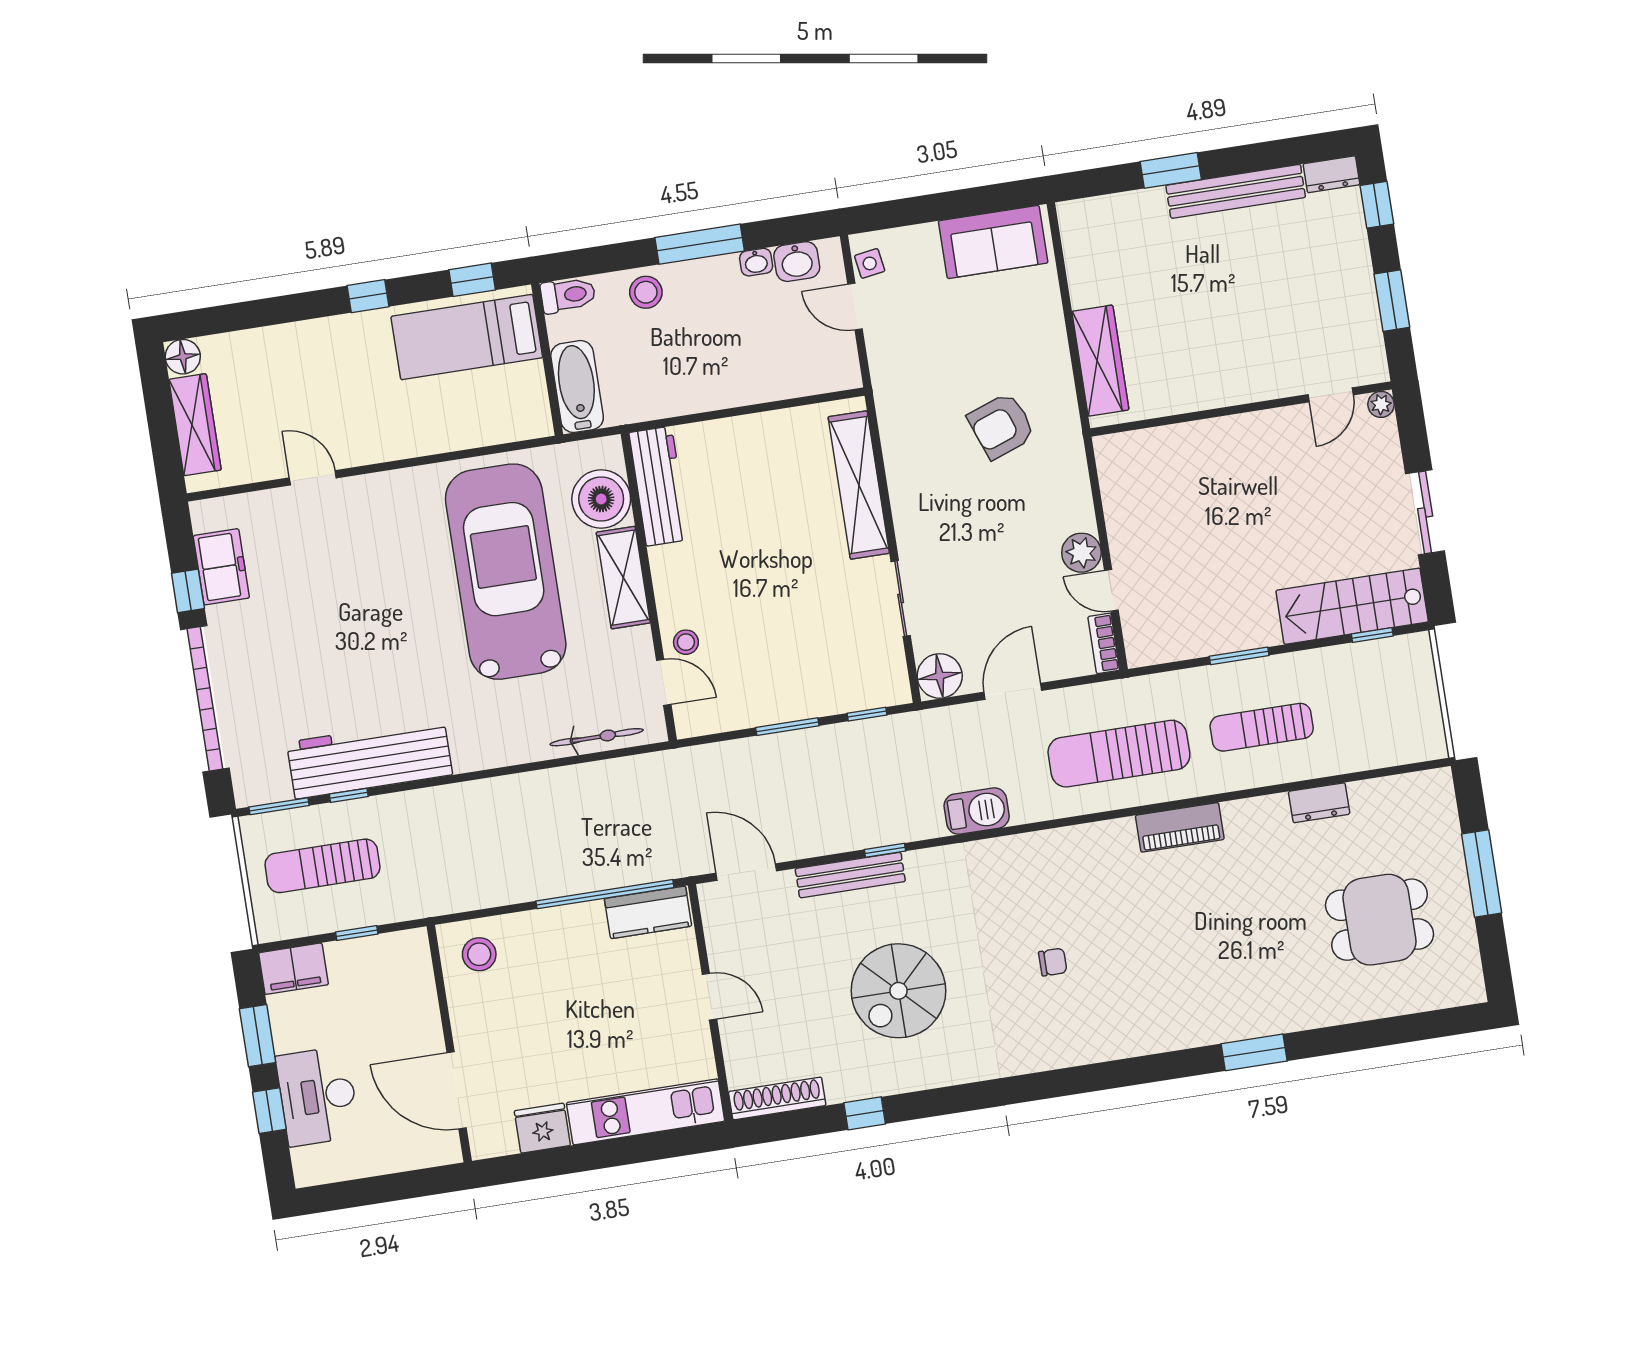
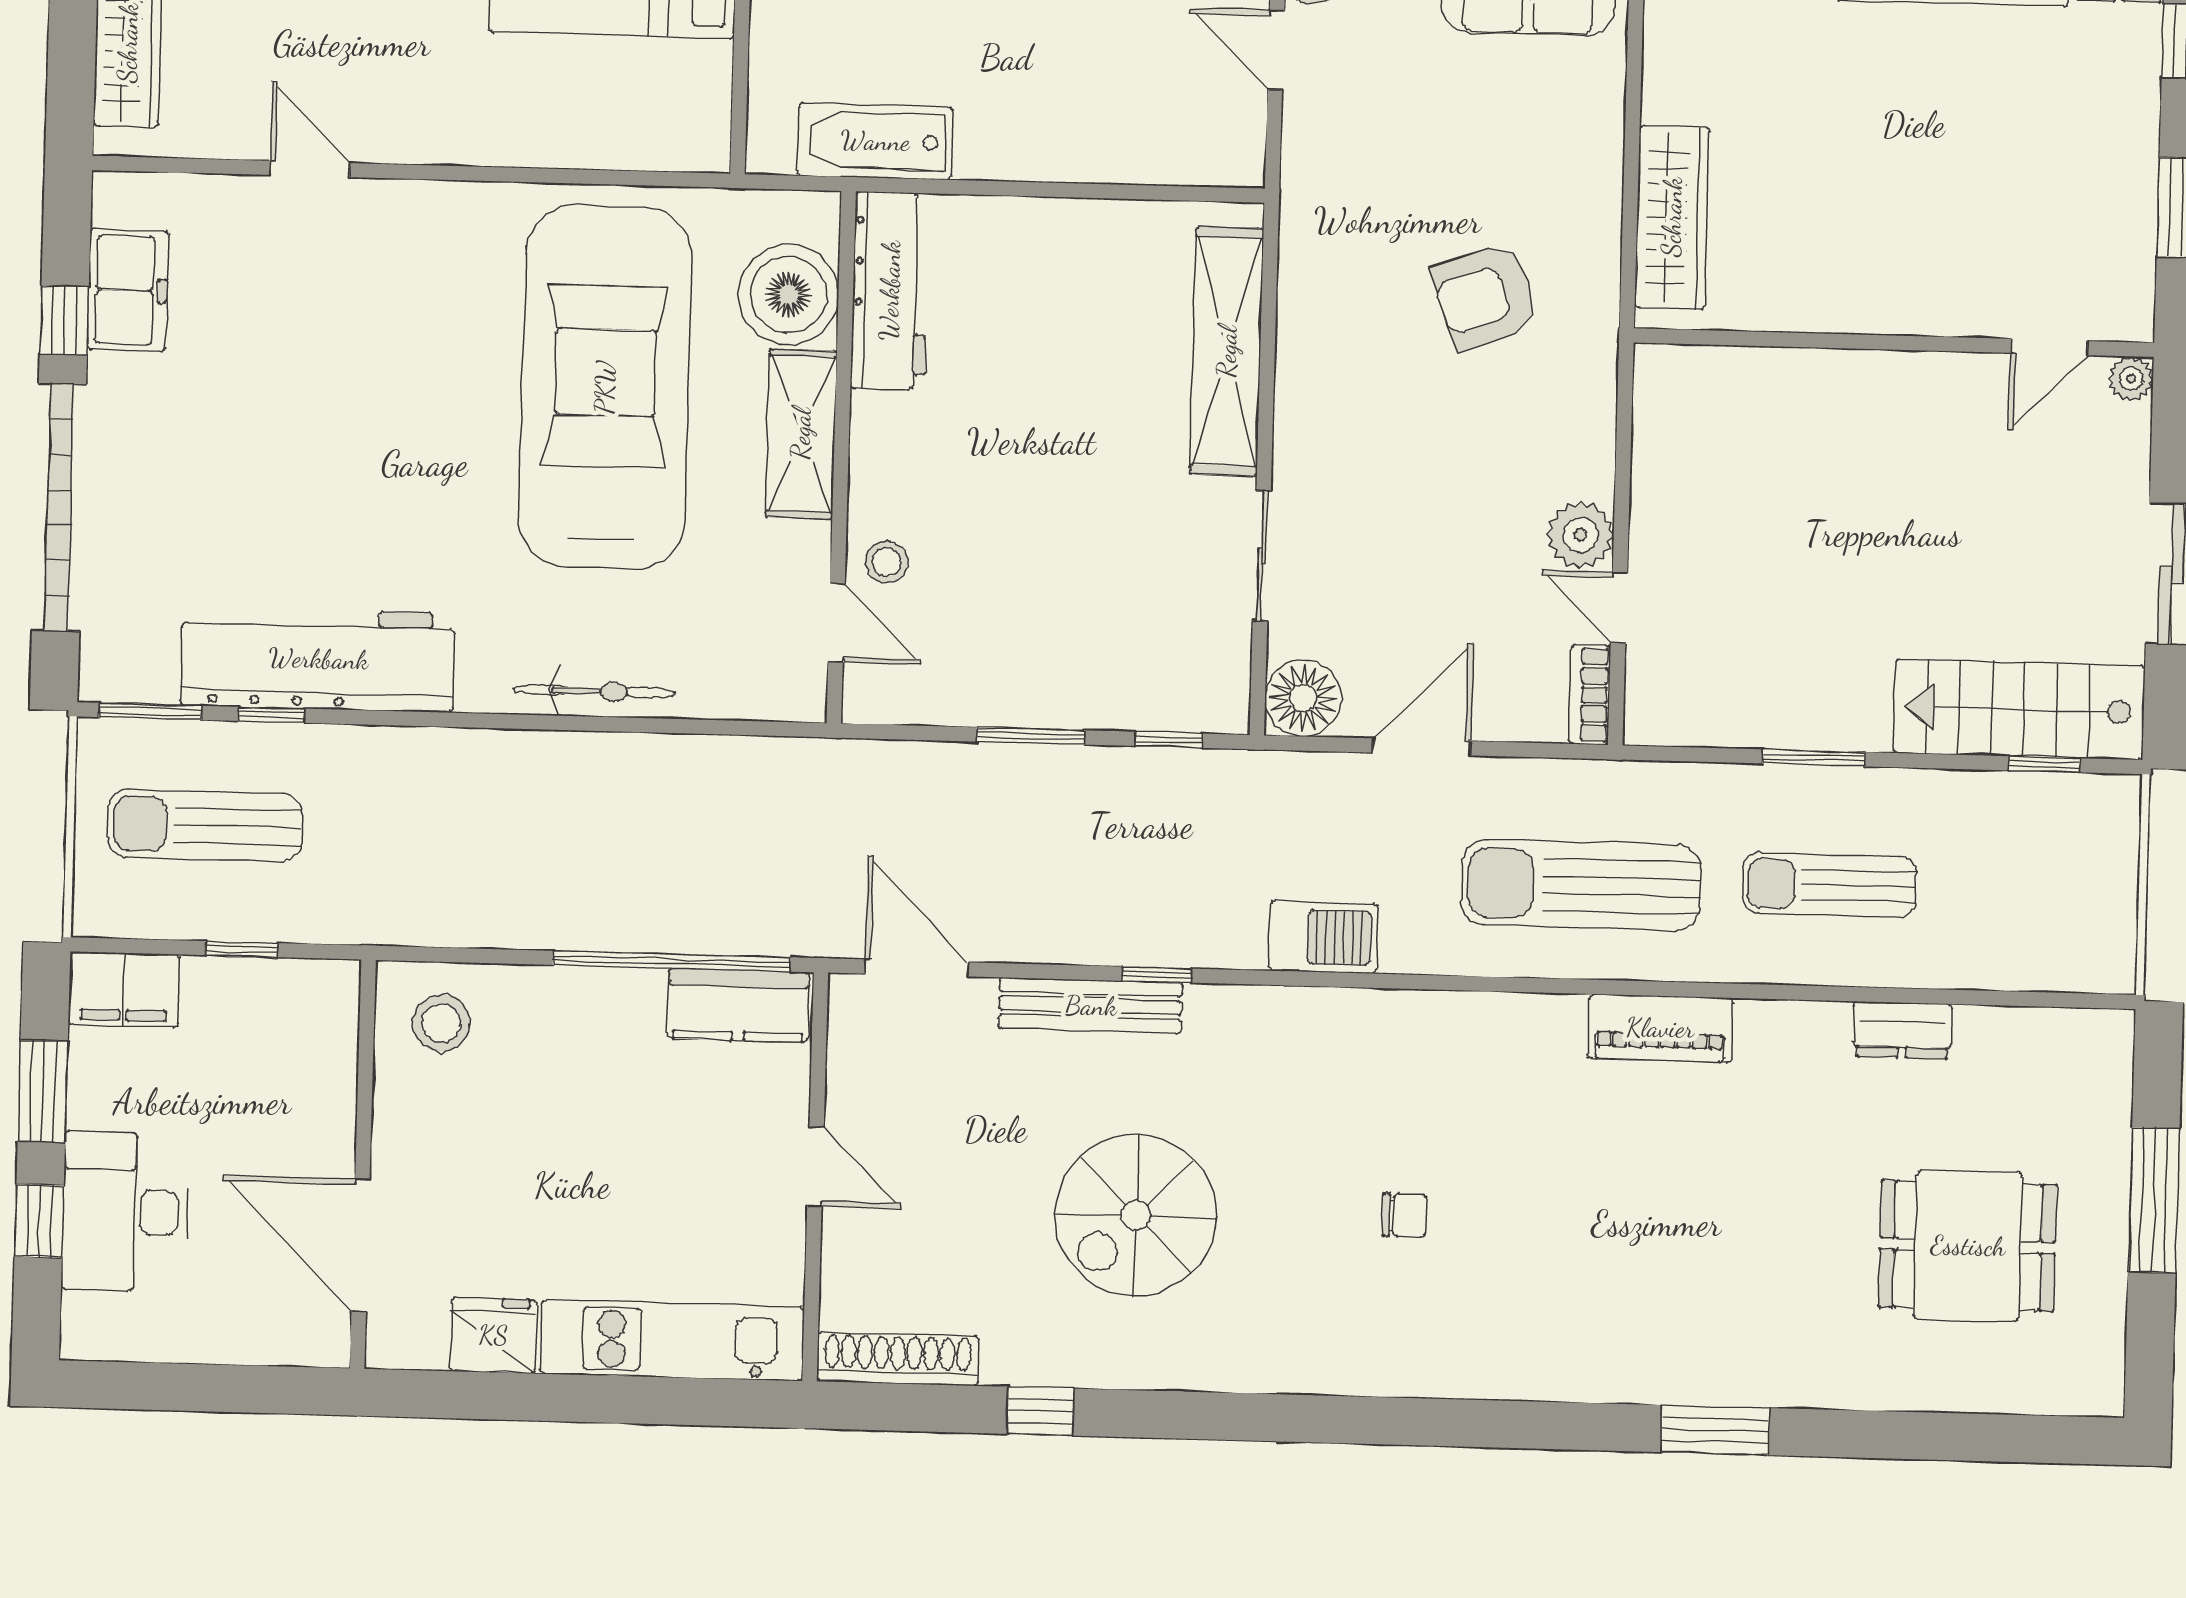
bathtub: (577, 387) -> (875, 141), moved, turned -90
bicycle: (597, 737) -> (594, 691), moved

